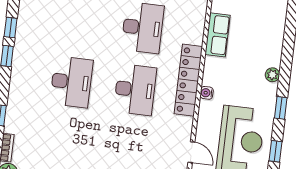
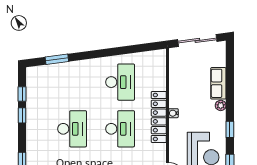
row of seats: (218, 35) -> (218, 83), moved, turned 180
water cooler: (207, 93) -> (173, 113), moved

